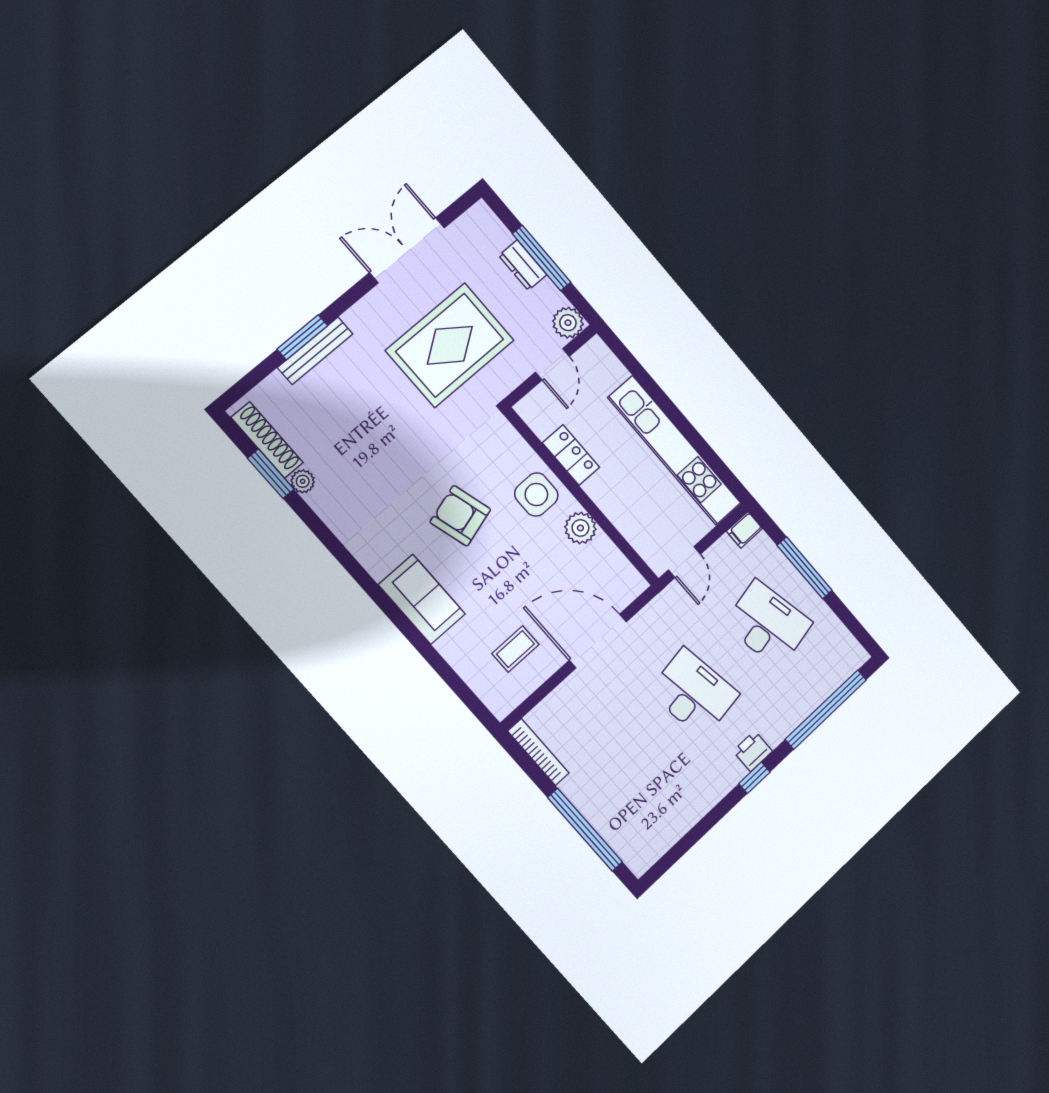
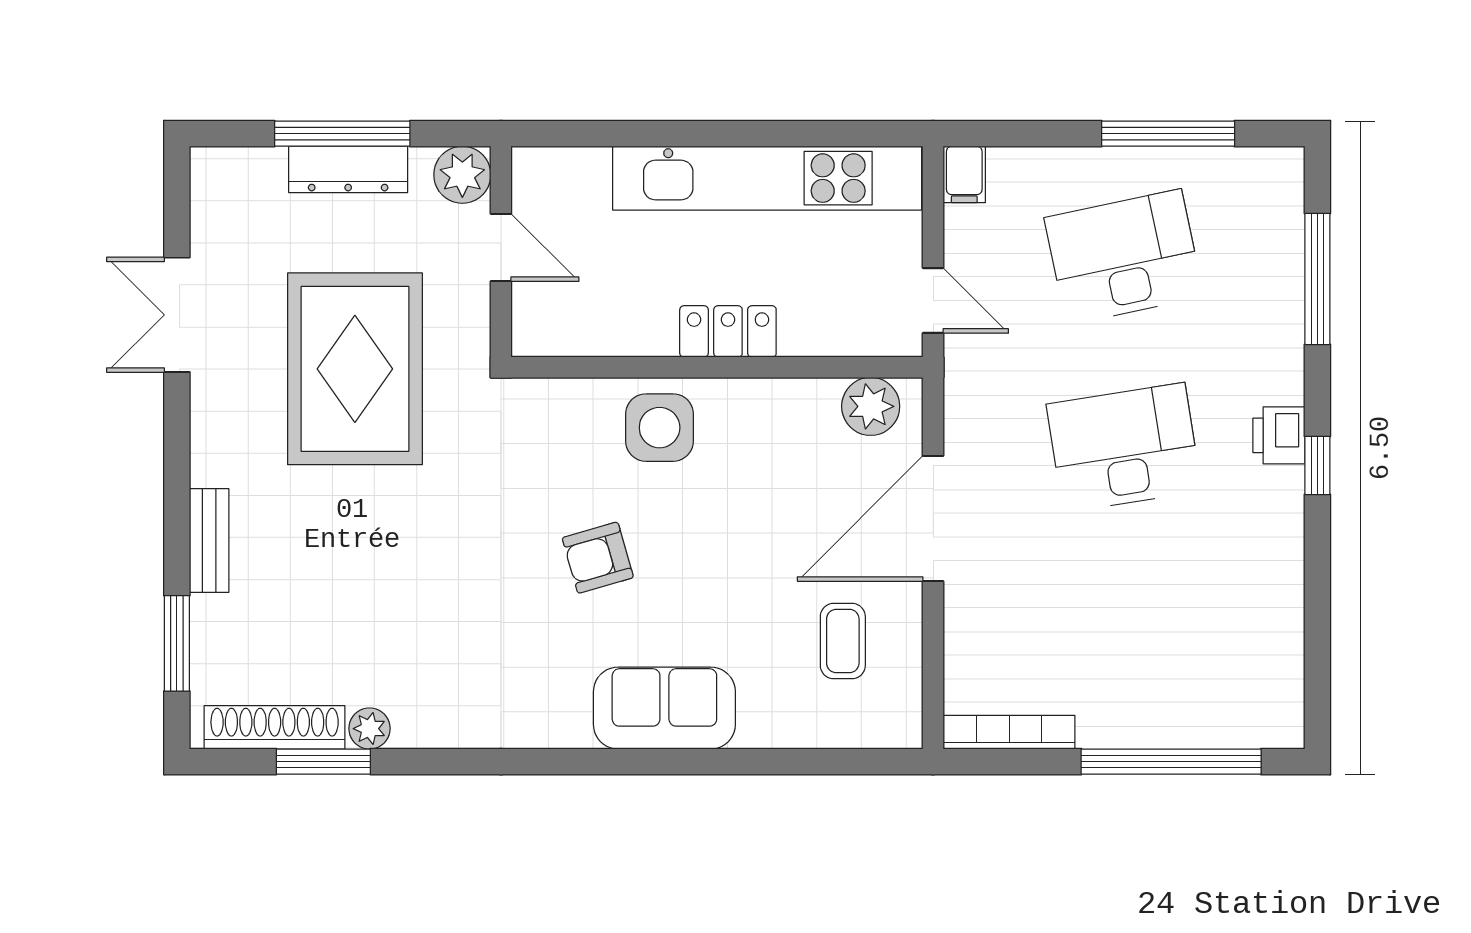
double door: (407, 250) -> (177, 315), width x0.73
dresser: (523, 265) -> (348, 169), width x1.44
window: (302, 337) -> (177, 643), moved
bench: (315, 351) -> (209, 541), width x0.73
locker: (571, 455) -> (728, 331), moved
armchair: (460, 516) -> (598, 558), width x0.72, depth x0.72
plant: (580, 528) -> (871, 406), moved
window: (805, 568) -> (1168, 134), moved
window: (826, 710) -> (1317, 279), width x0.68

